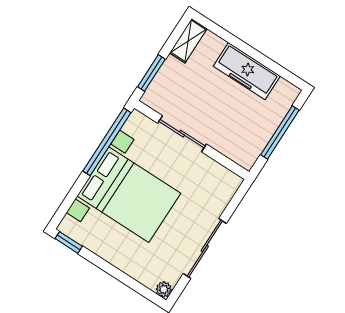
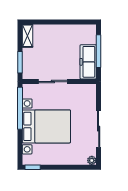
freezer: (247, 71) -> (88, 62), moved, turned 90

